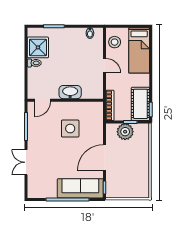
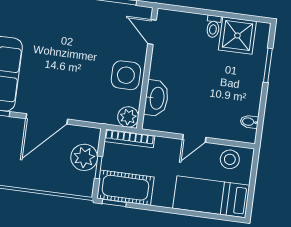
washbasin: (70, 92) -> (156, 98), moved
plant: (97, 108) -> (128, 117), added
side table: (70, 129) -> (126, 75), moved
door: (105, 158) -> (47, 119), swing flipped

